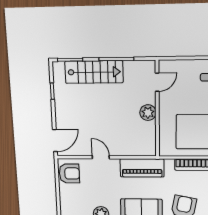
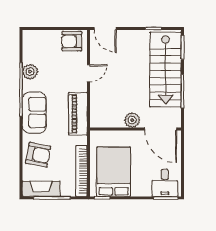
stairs: (94, 72) -> (166, 70), width x1.36, depth x1.51
door: (157, 82) -> (161, 129), width x1.87
armchair: (69, 173) -> (72, 41), turned 90

